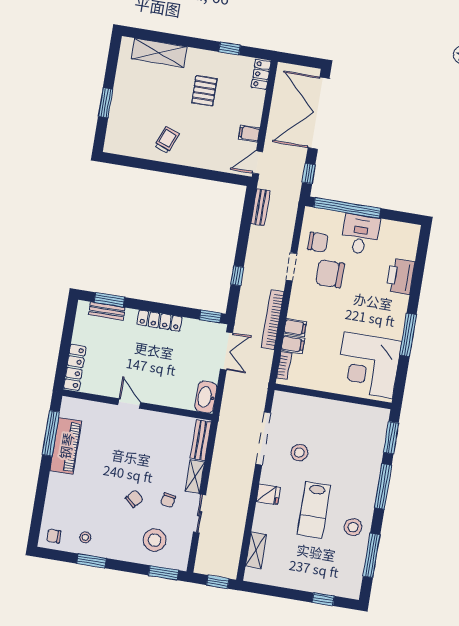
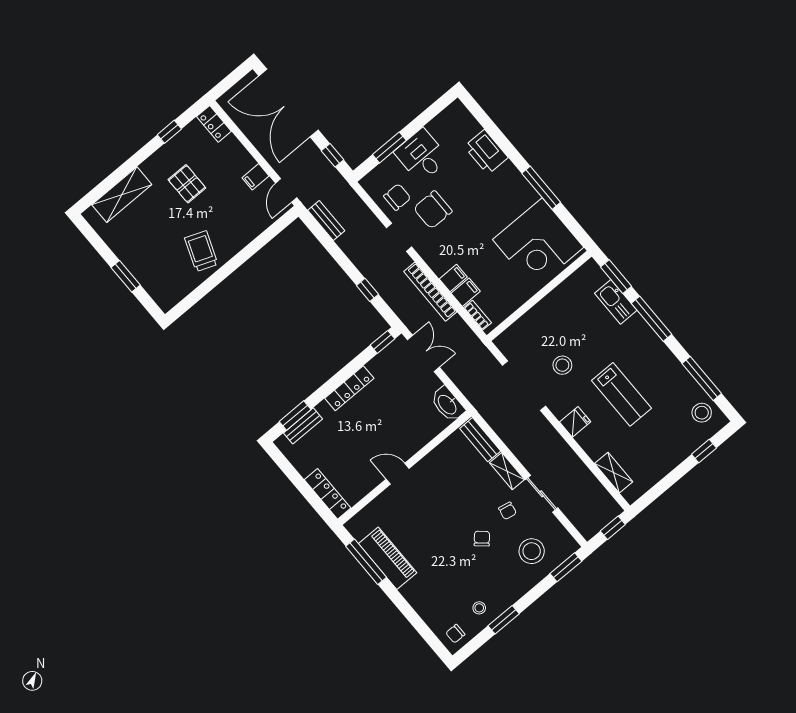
trolley: (167, 140) -> (201, 251), width x1.36, depth x1.39
window: (347, 208) -> (389, 147), width x0.47
kitchen sink: (374, 452) -> (616, 302), added
stool: (353, 527) -> (702, 413), moved

